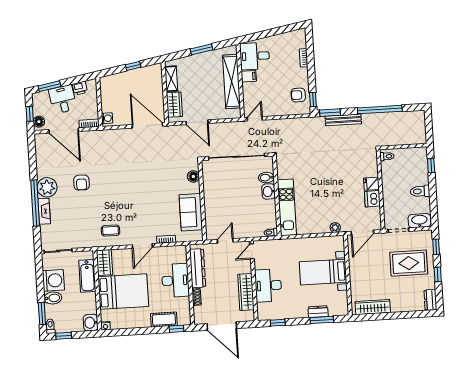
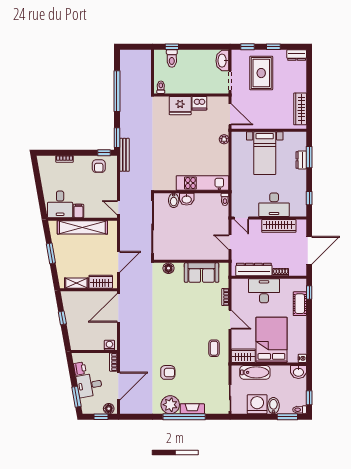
bench: (343, 120) -> (124, 155), moved
fridge: (371, 184) -> (180, 106), width x1.88, depth x1.34
toilet: (420, 191) -> (172, 58), moved

